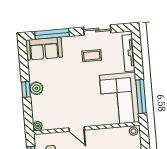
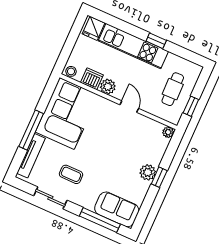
window: (141, 96) -> (31, 130), moved
dishwasher: (115, 134) -> (92, 79), added
plant: (100, 135) -> (108, 87), added

